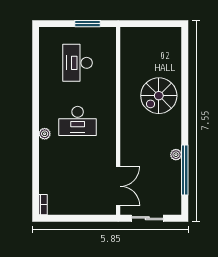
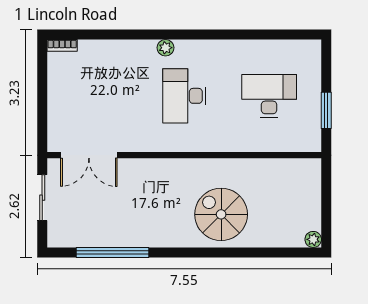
plant: (176, 155) -> (313, 239), moved

